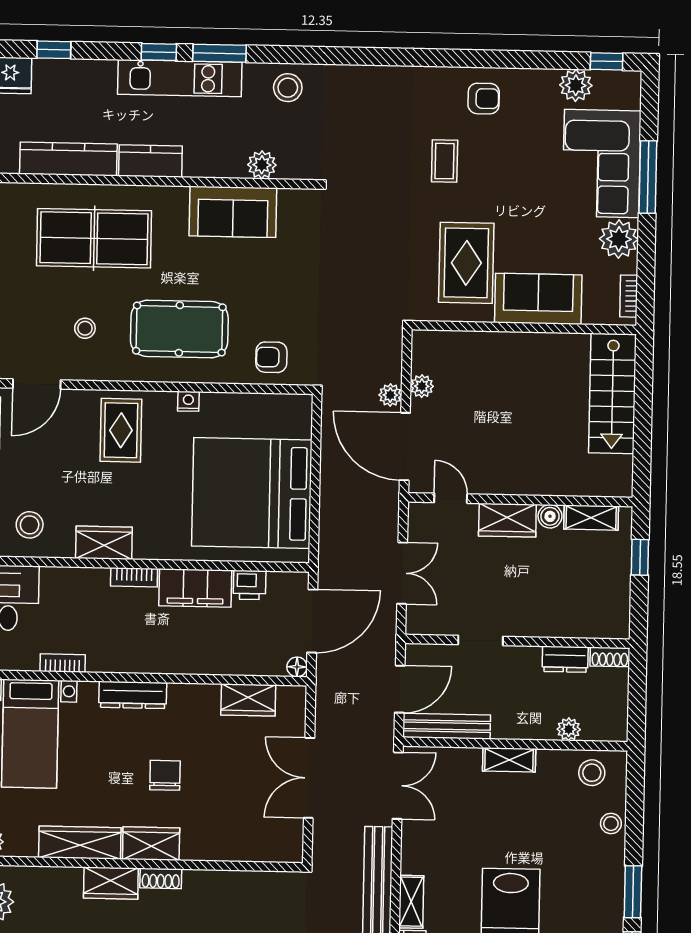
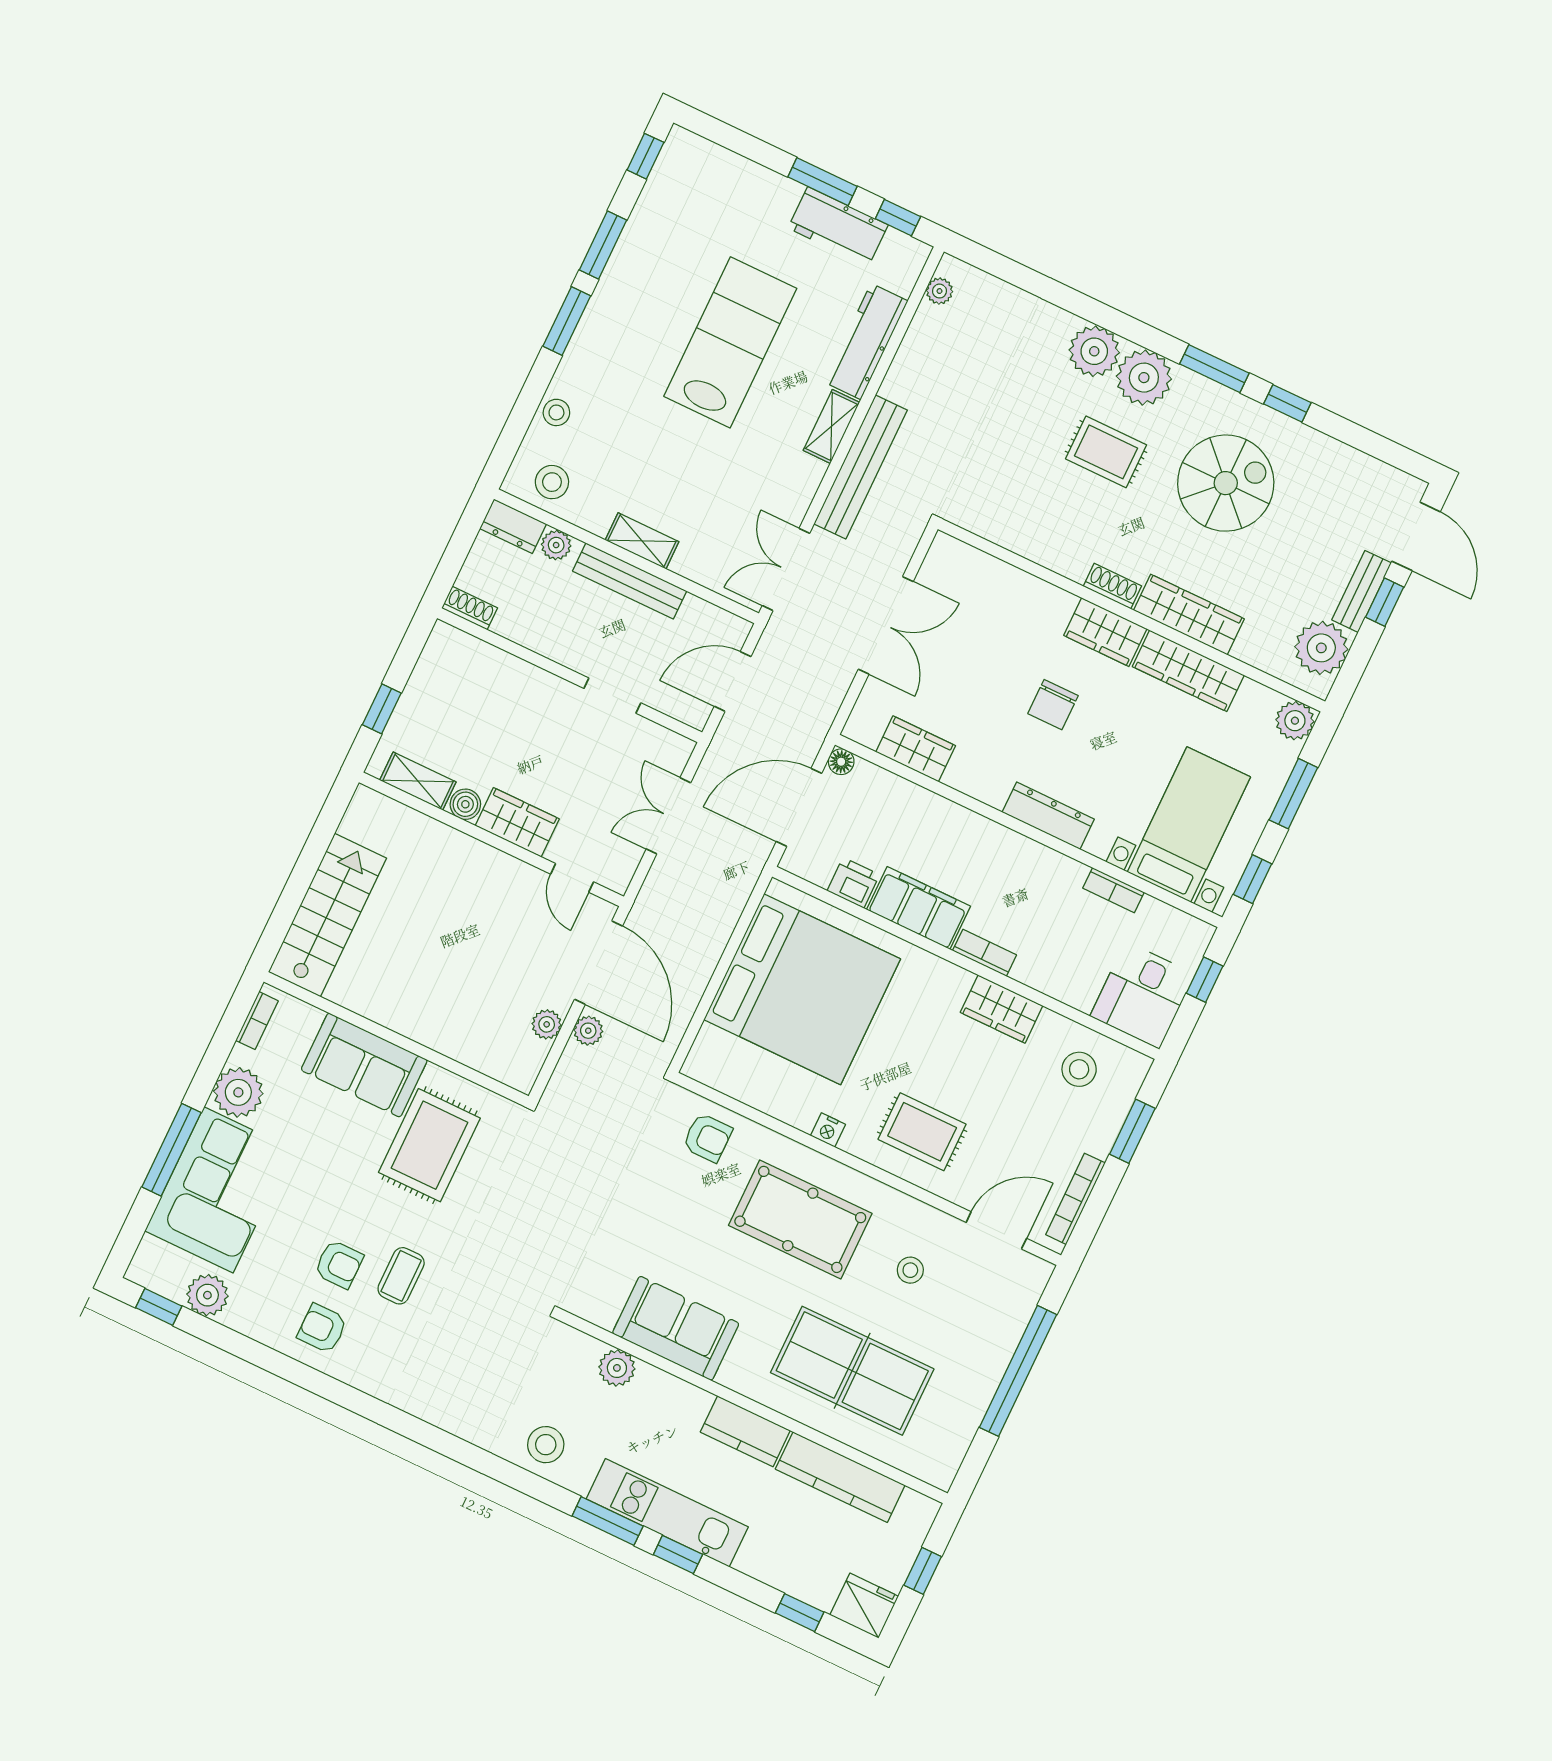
armchair: (492, 149) -> (339, 1264), added
rug: (121, 430) -> (922, 1132), turned 90
dresser: (565, 659) -> (513, 526), moved, turned 180
bench: (447, 726) -> (630, 581), moved
wardrobe: (111, 883) -> (1189, 615), width x1.50

